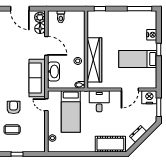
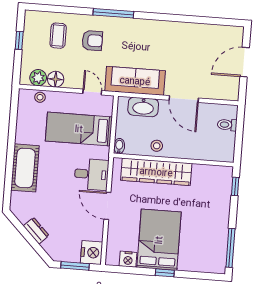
plant: (40, 17) -> (38, 78), moved
floor lamp: (40, 29) -> (56, 79), moved
nightstand: (152, 35) -> (128, 259), moved
door: (46, 46) -> (184, 99), hinge flipped
bed: (138, 59) -> (159, 240), width x1.50
door: (130, 89) -> (107, 206), moved
door: (46, 105) -> (92, 92), hinge flipped
cot: (110, 144) -> (25, 168), moved

